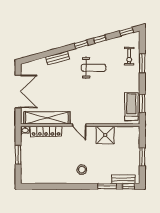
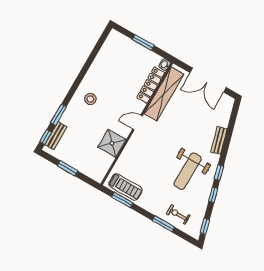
weight bench: (93, 68) -> (188, 171), width x1.36, depth x1.33

